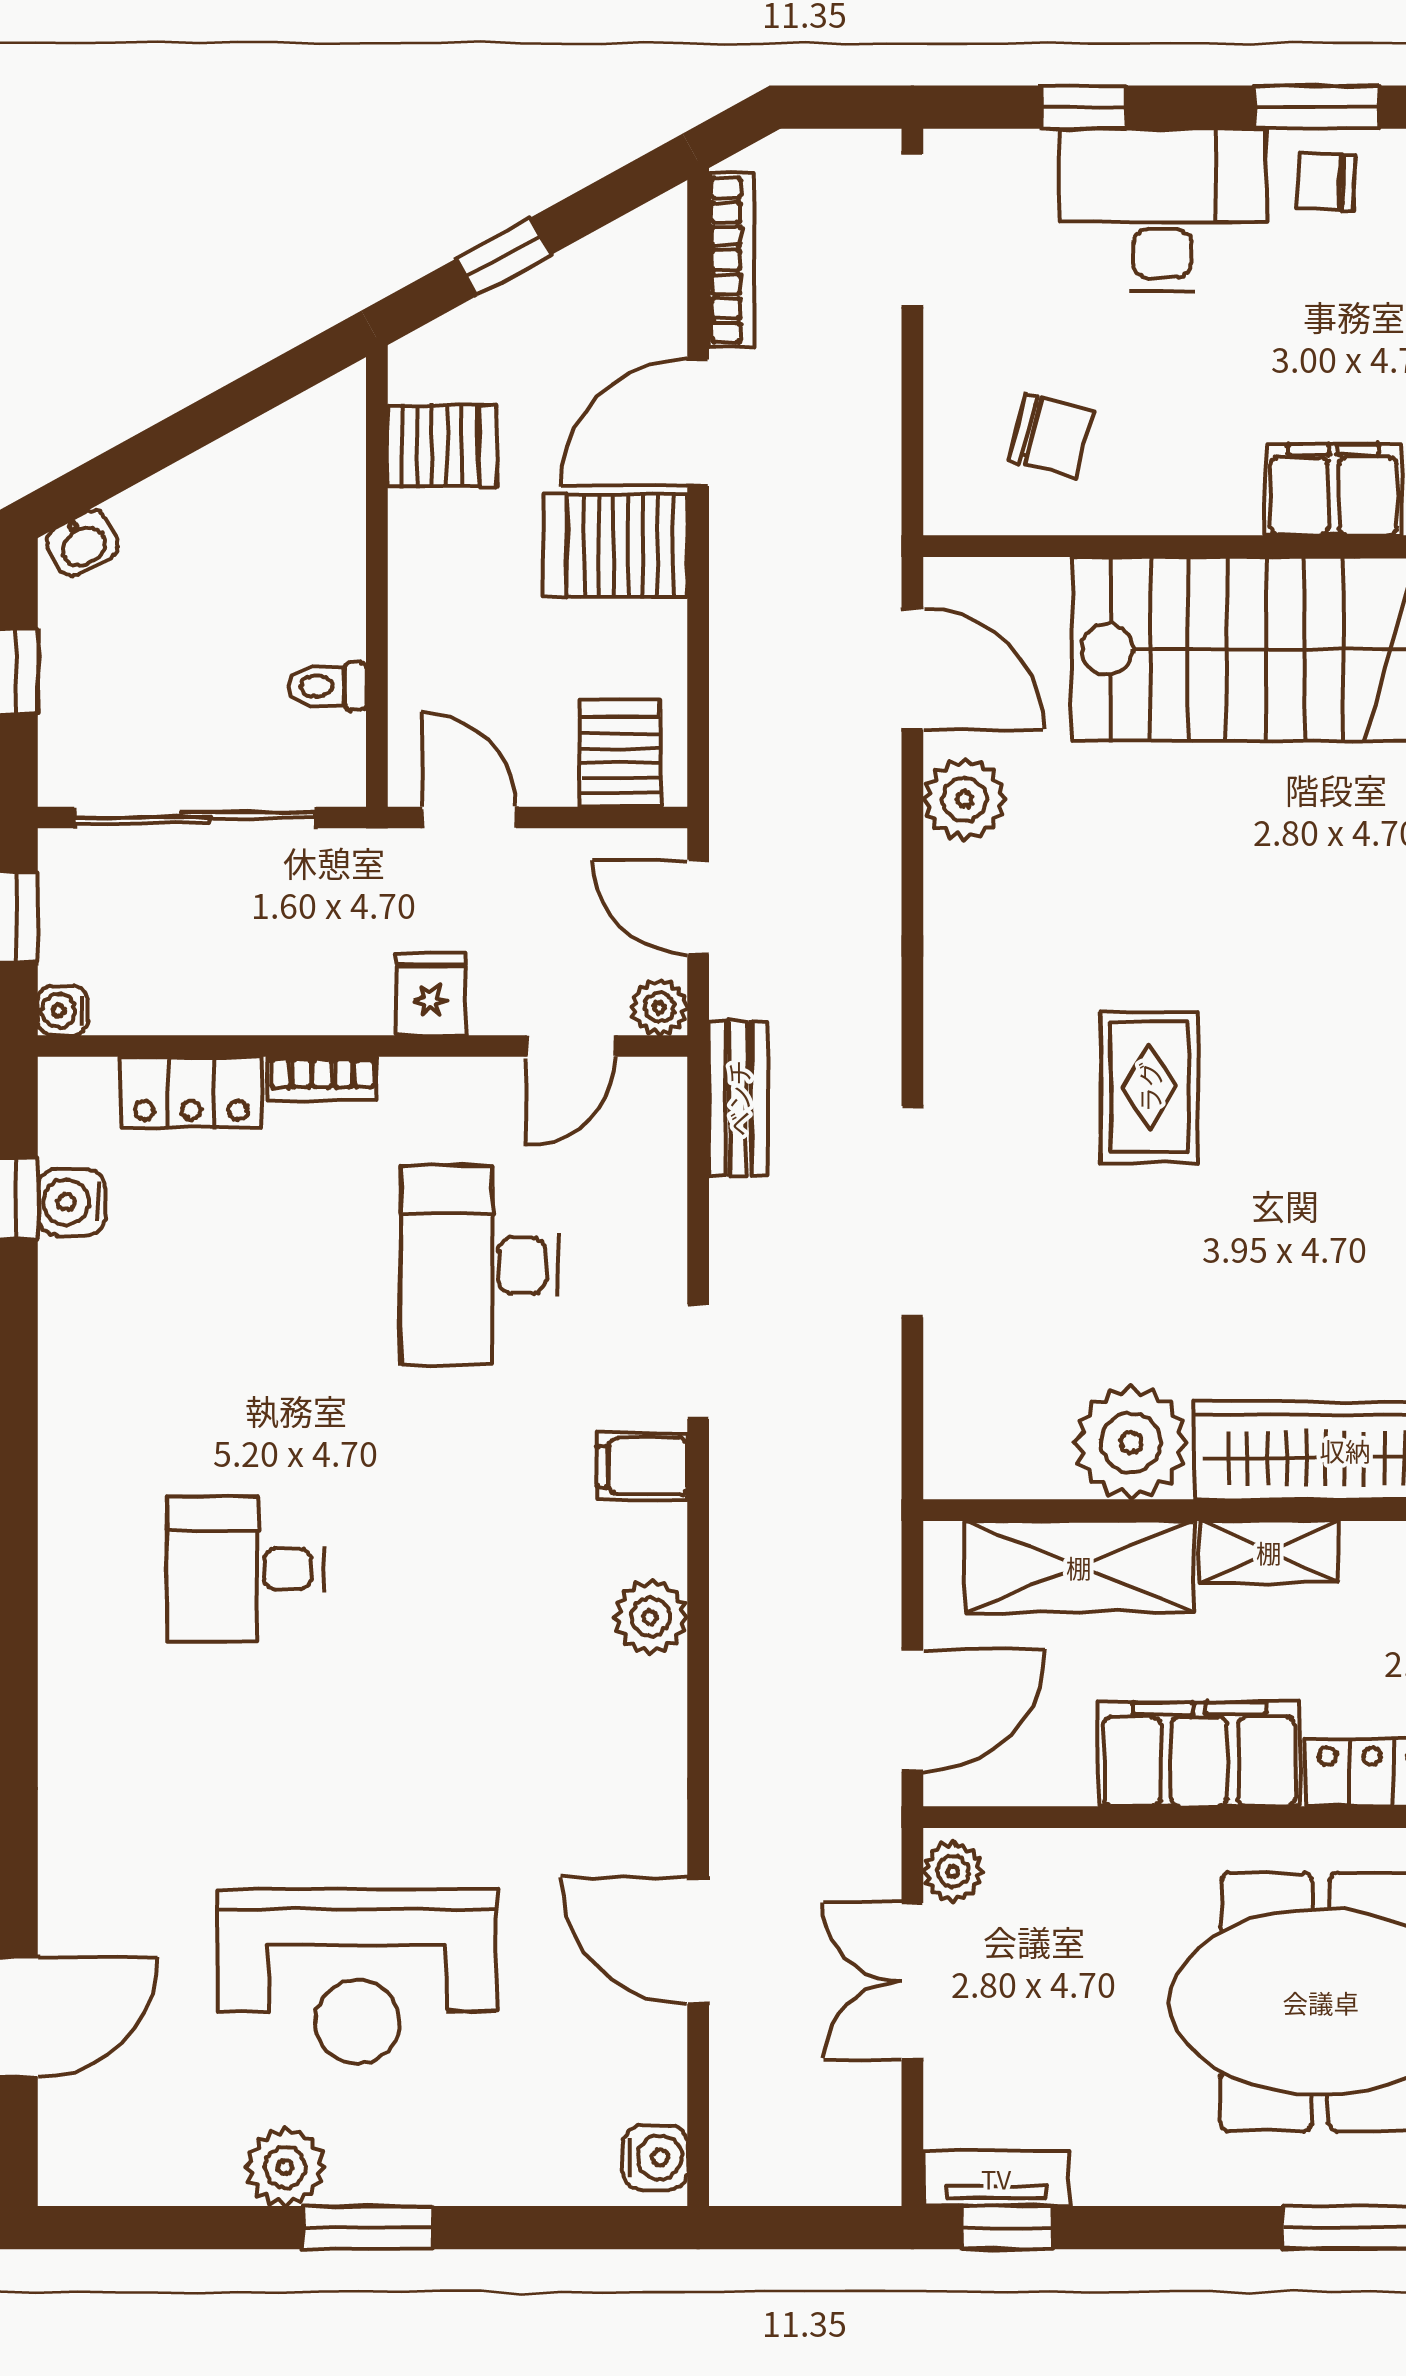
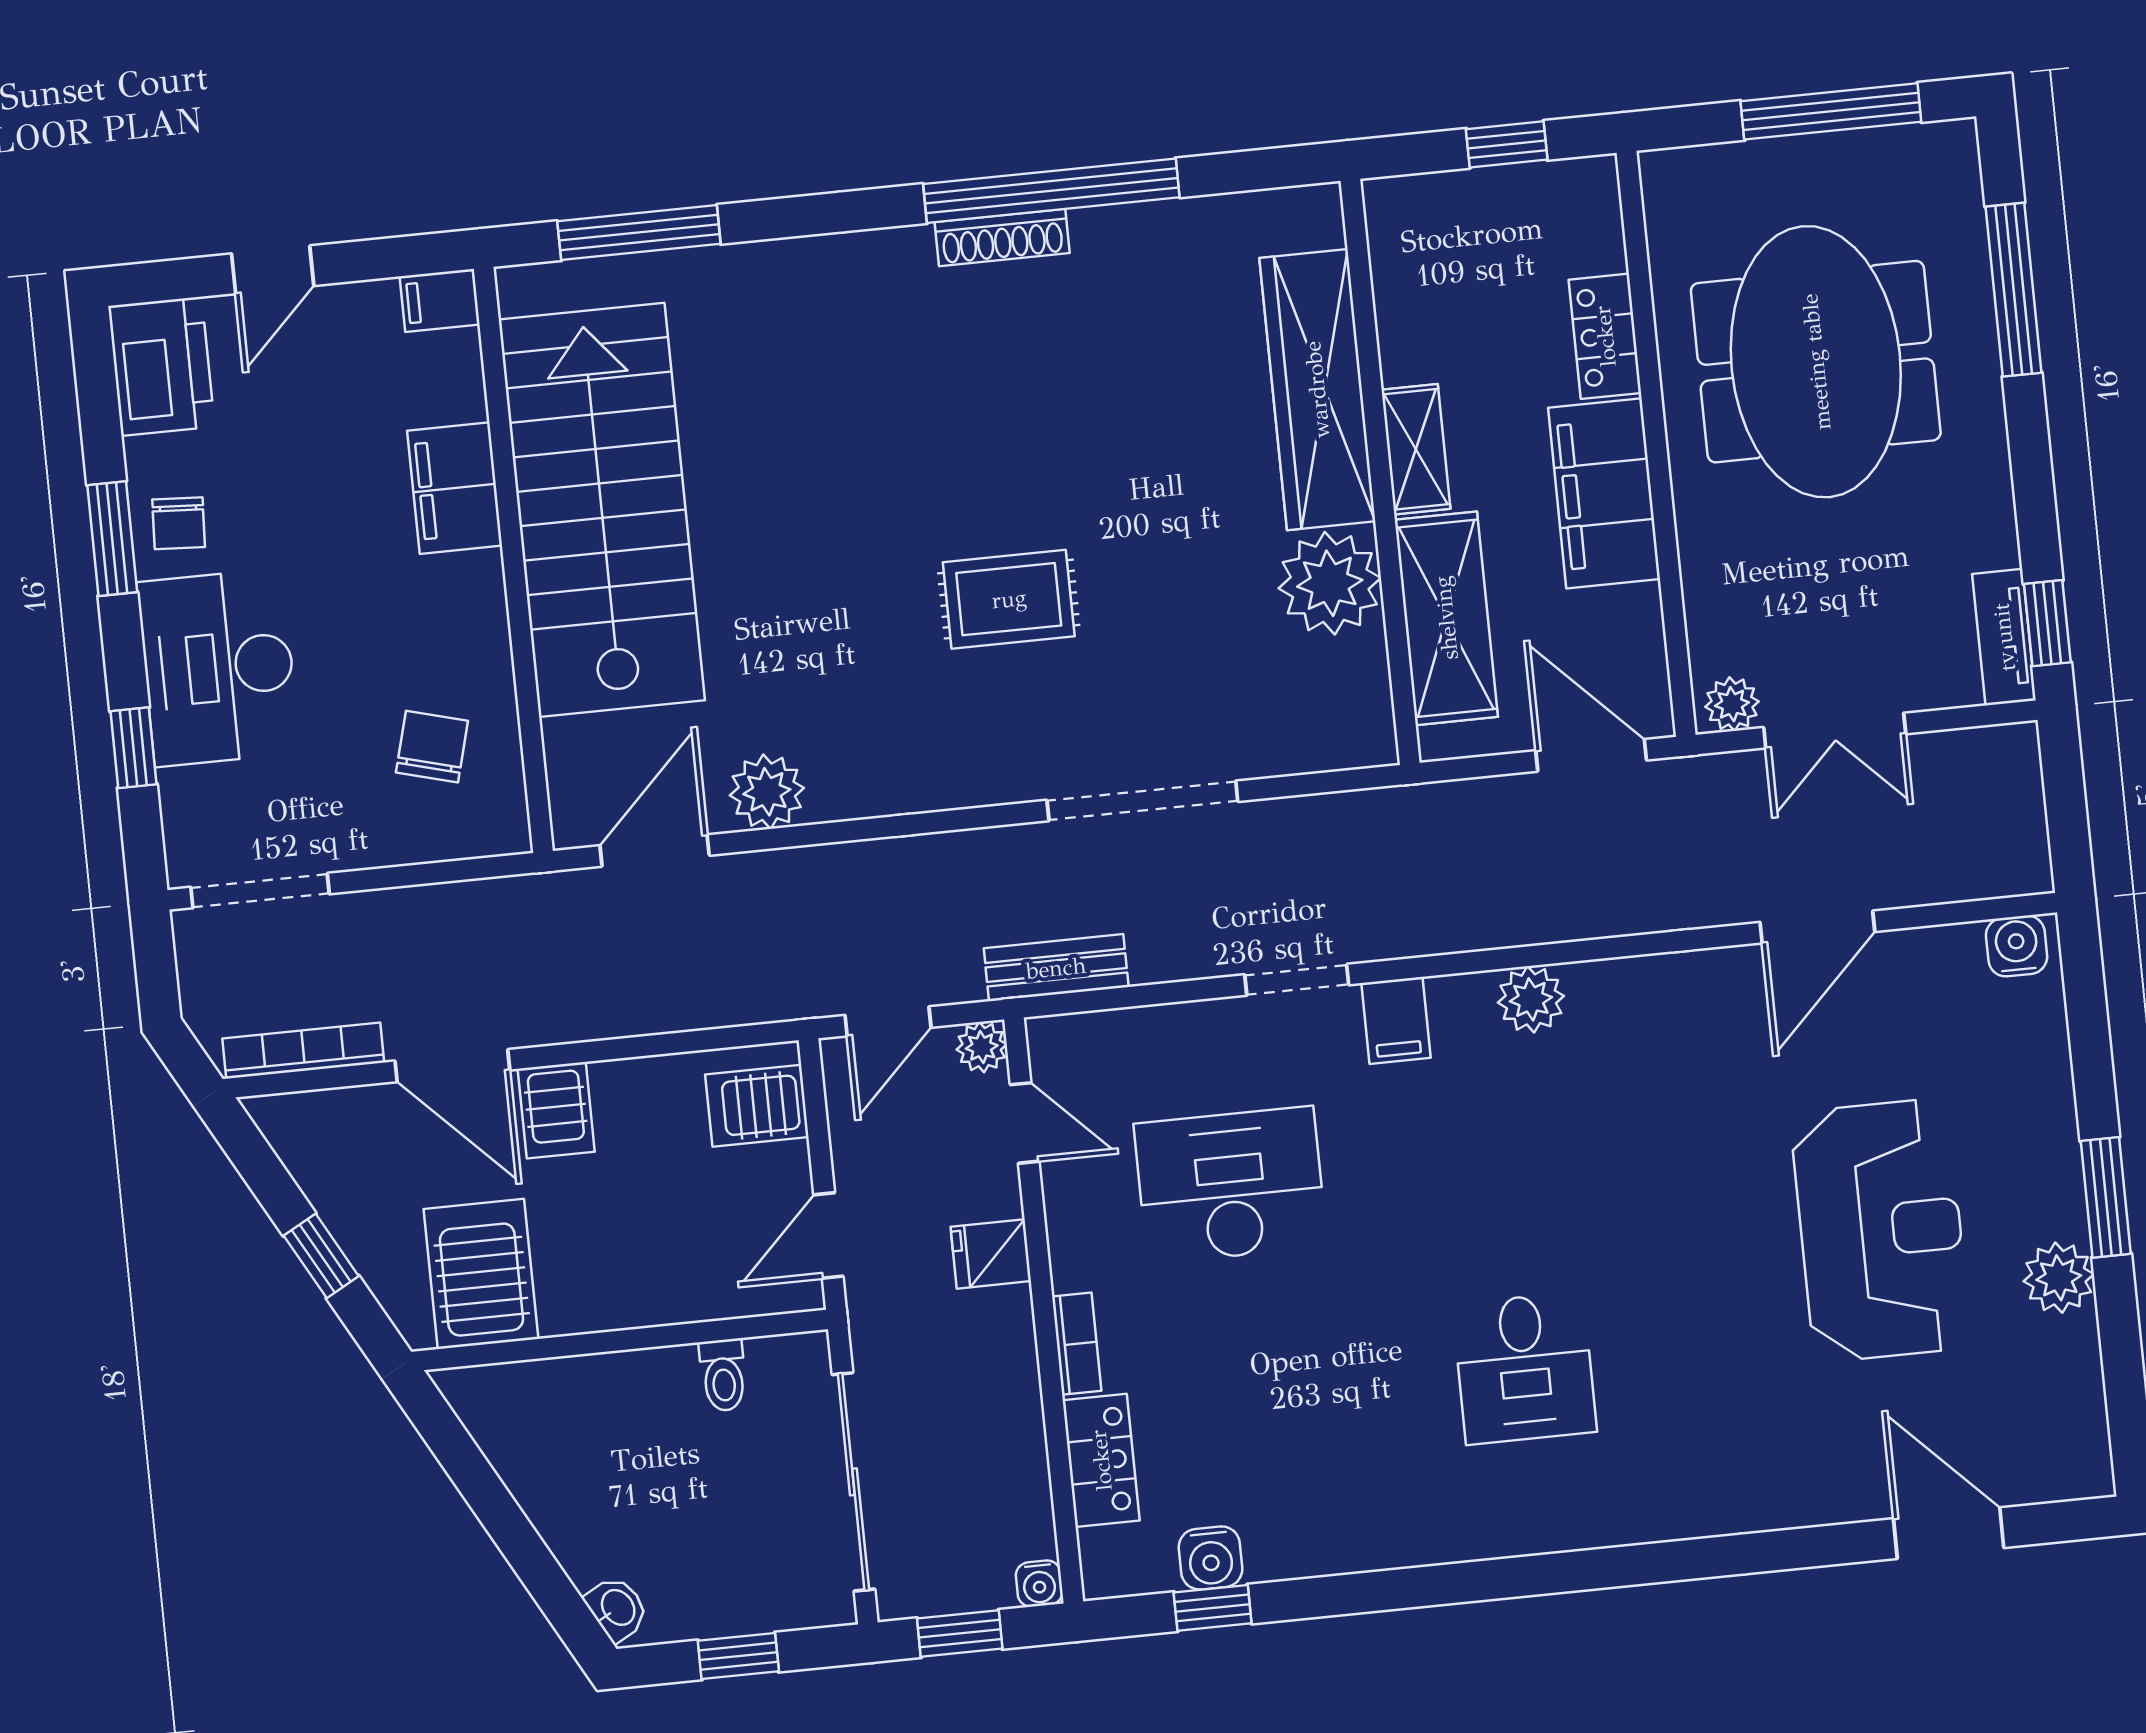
server rack: (442, 446) -> (481, 1274), width x1.36, depth x1.44
server rack: (615, 546) -> (556, 1110), width x0.73, depth x0.70
desk: (480, 1266) -> (1230, 1185), turned 180

